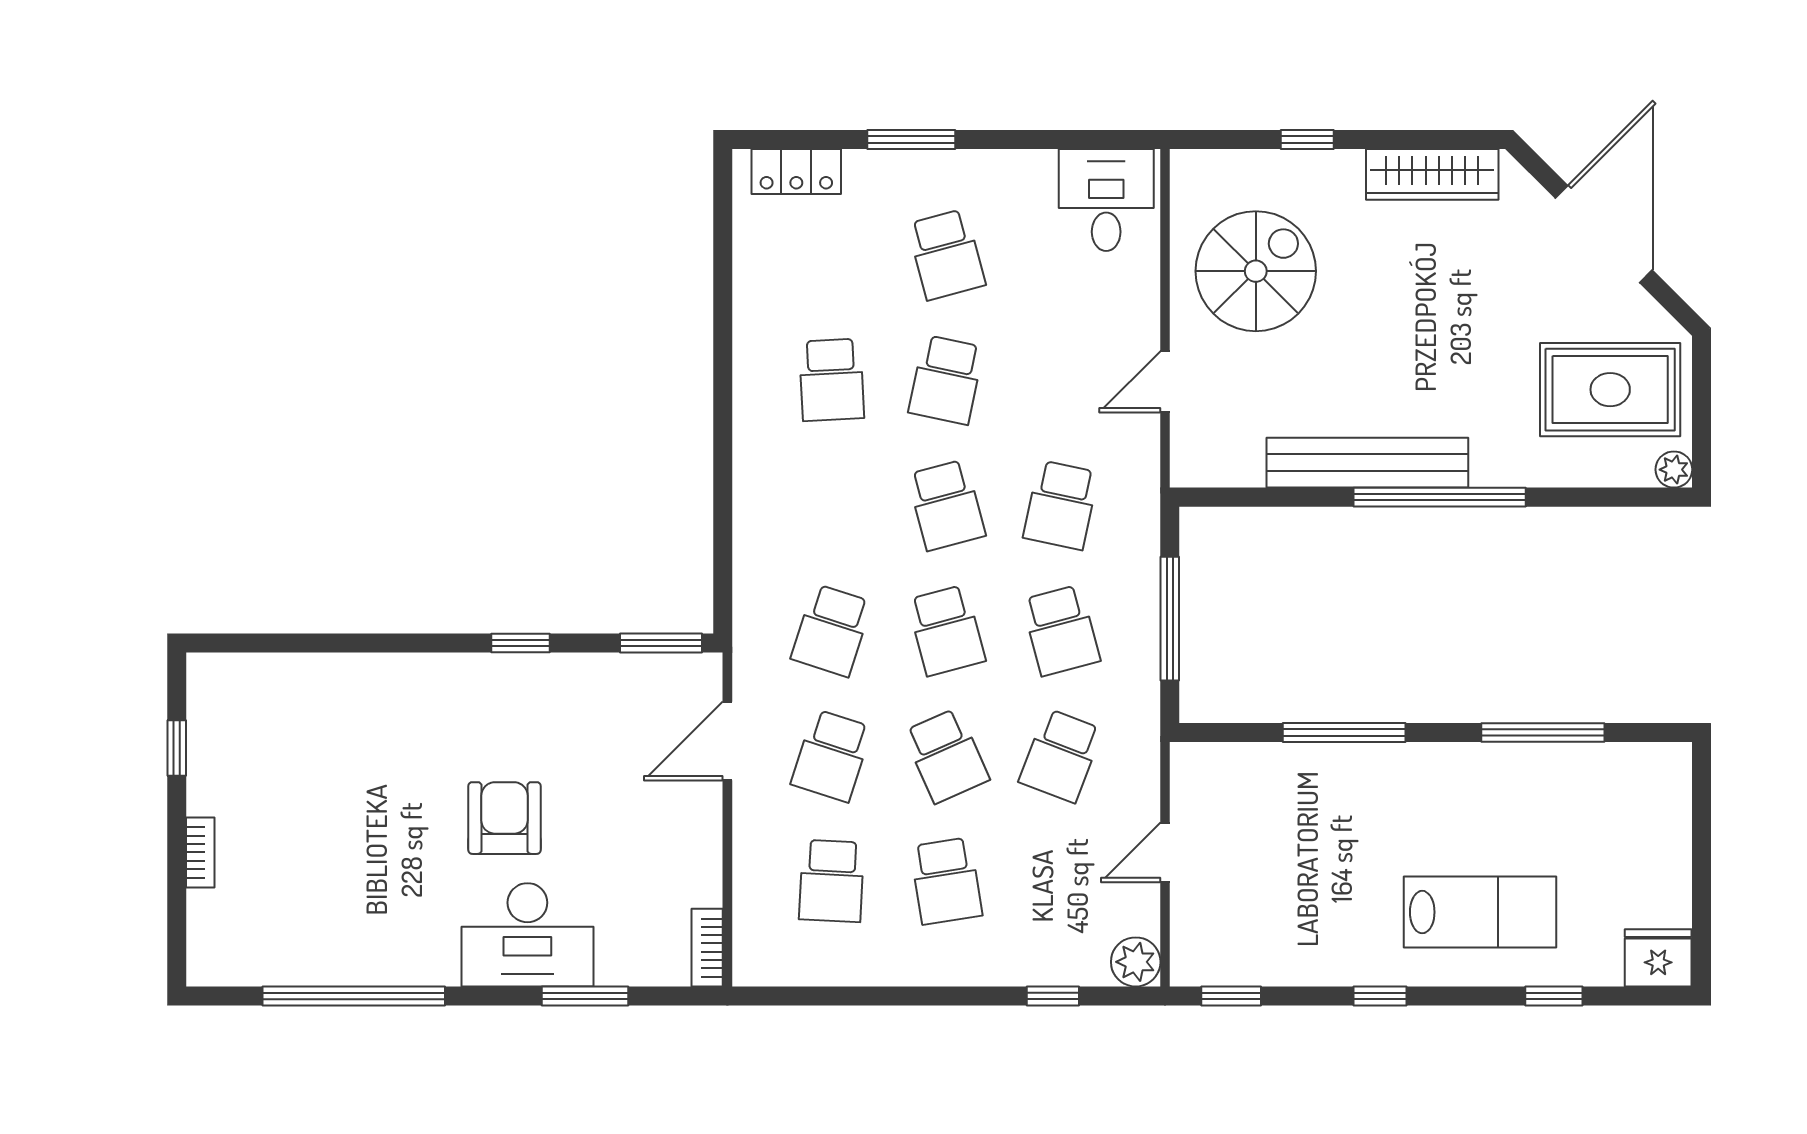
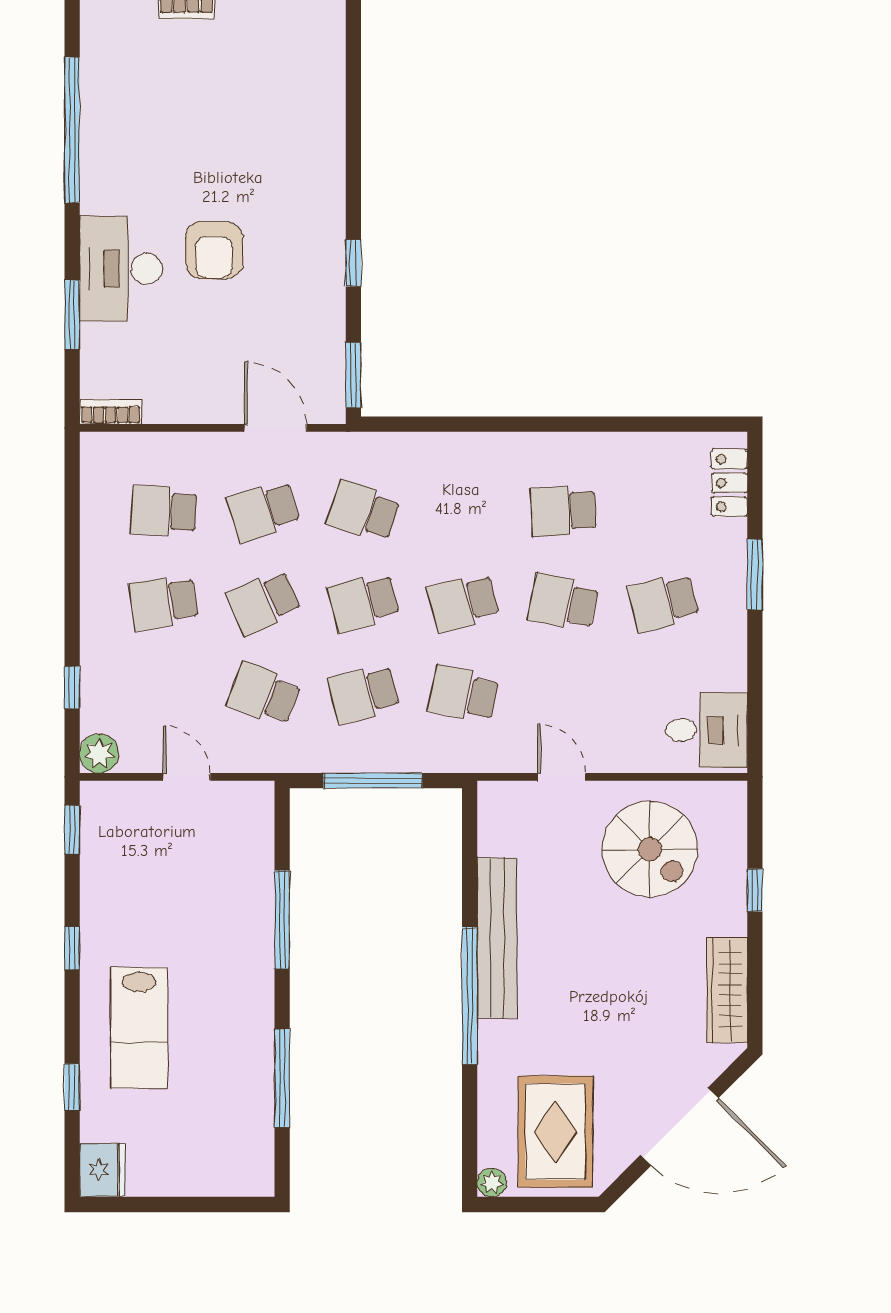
school desk: (832, 756) -> (264, 511), turned -36
armchair: (504, 818) -> (214, 250), turned 90

